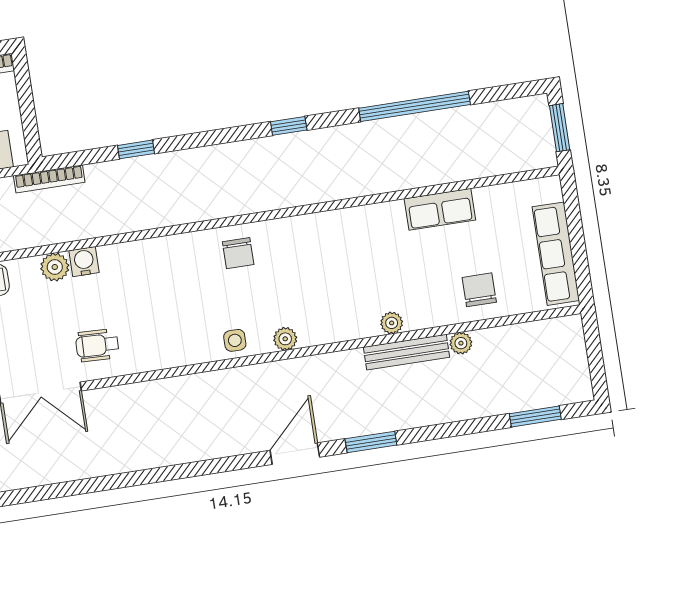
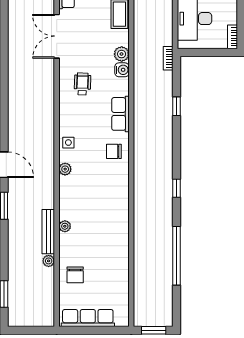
bookcase: (49, 179) -> (168, 58), width x0.64
row of seats: (440, 209) -> (121, 114), moved
chair: (479, 290) -> (75, 275), turned 90
wheelchair: (97, 345) -> (82, 84), moved

